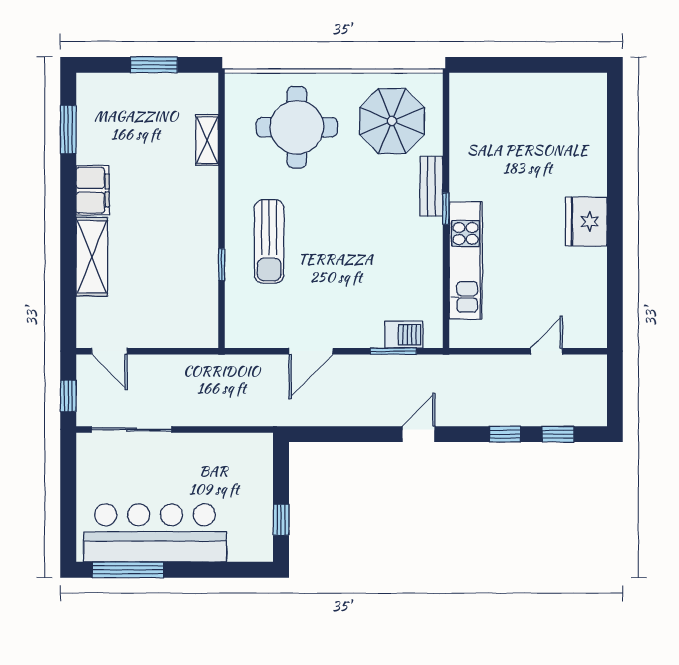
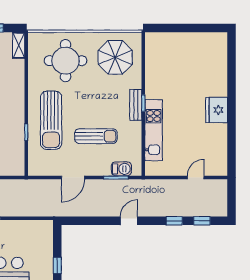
shelving: (207, 140) -> (19, 45), moved
bench: (431, 186) -> (136, 105), moved
sun lounger: (269, 241) -> (51, 120), width x1.36, depth x1.34
sun lounger: (355, 272) -> (96, 136), added

